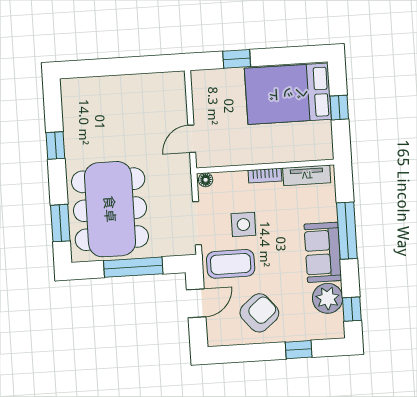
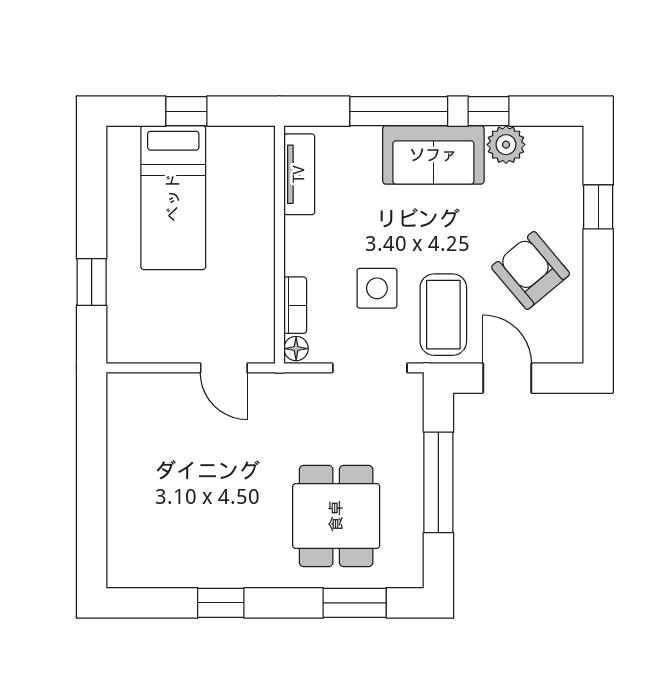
bed: (288, 94) -> (173, 198), width x0.67
bookcase: (265, 176) -> (295, 305), moved
dining table: (110, 209) -> (336, 516), width x0.53, depth x0.80
plant: (328, 298) -> (506, 145), width x0.73, depth x0.73
window: (352, 309) -> (489, 111), moved

